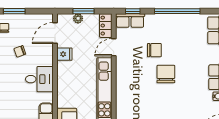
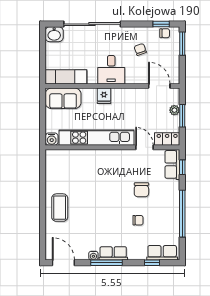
fridge: (64, 54) -> (104, 96), moved
chair: (166, 74) -> (138, 220), moved, width x0.54, depth x0.54

